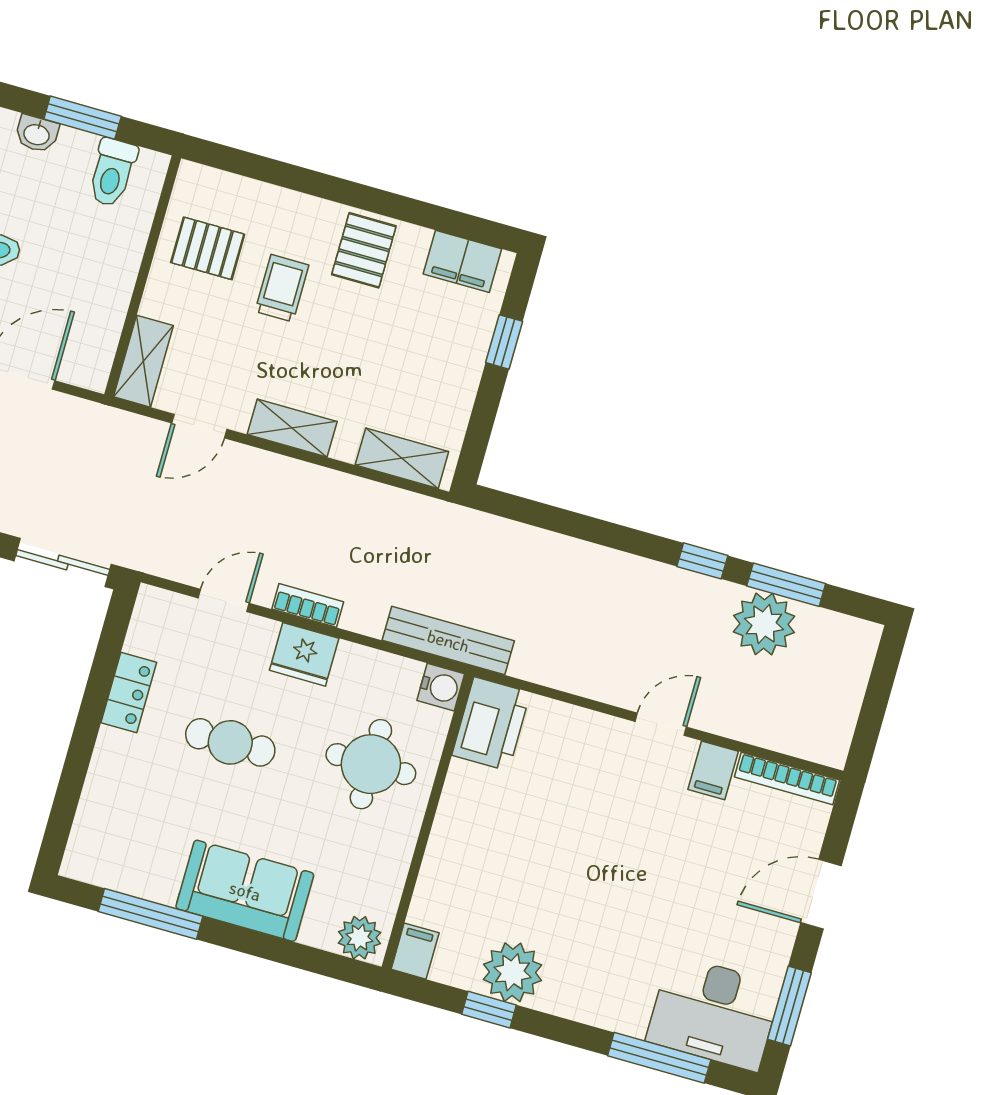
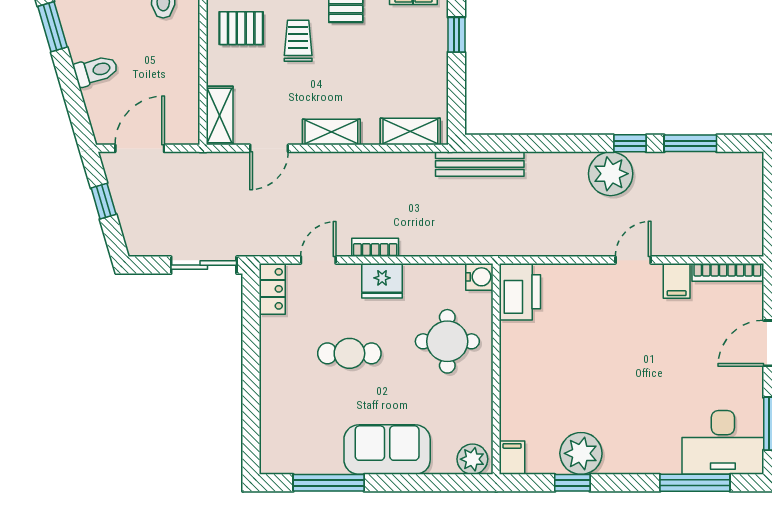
plant: (764, 624) -> (611, 174), moved
bench: (448, 641) -> (480, 164), moved
locker: (129, 692) -> (272, 289), moved

